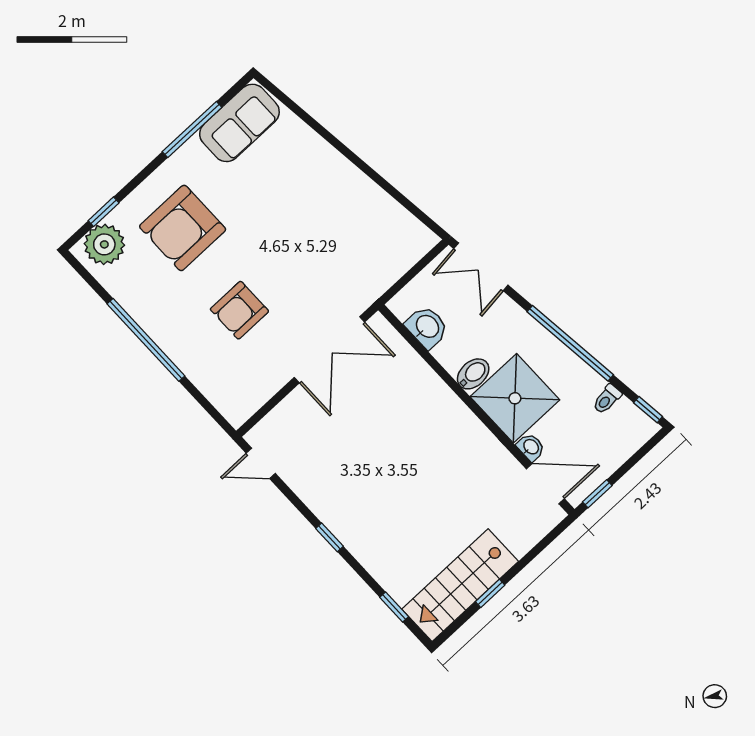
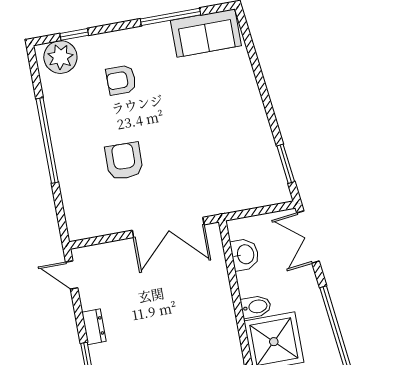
window: (409, 206) -> (286, 164), added
armchair: (183, 228) -> (121, 80), width x0.53, depth x0.53
armchair: (239, 310) -> (124, 161), turned 91
dresser: (318, 502) -> (94, 327), added

